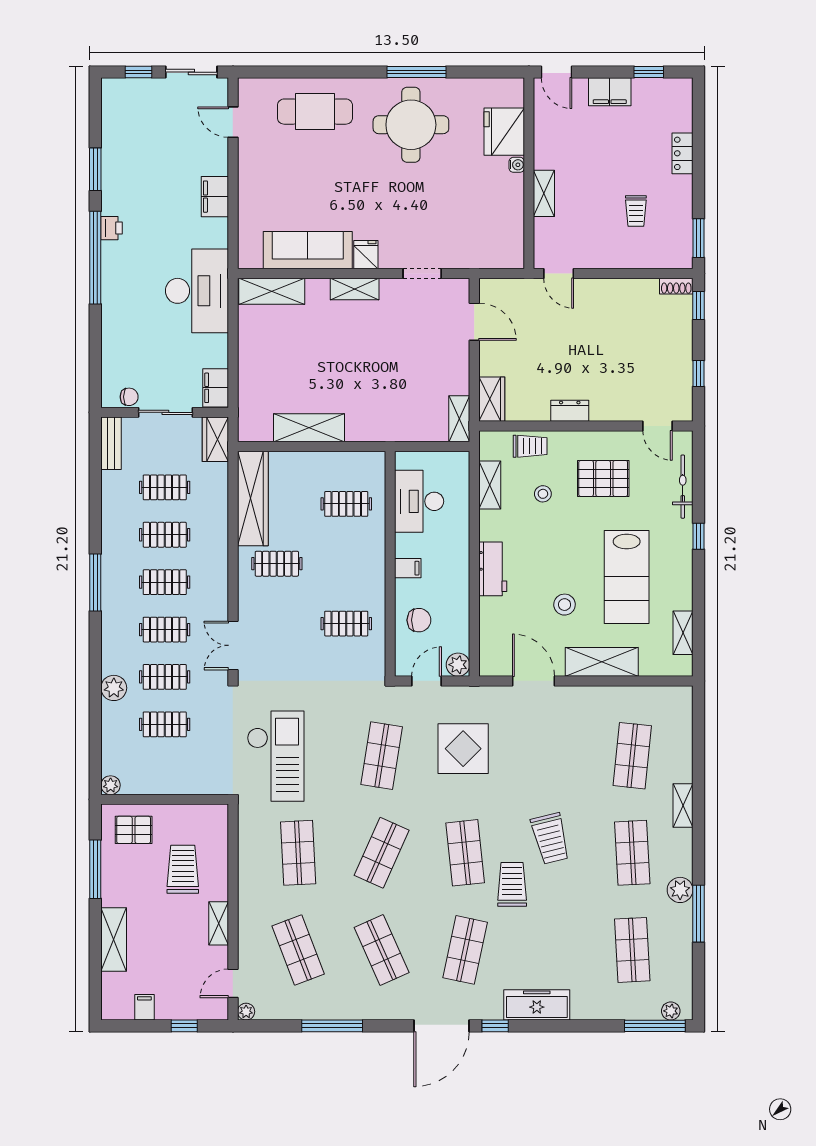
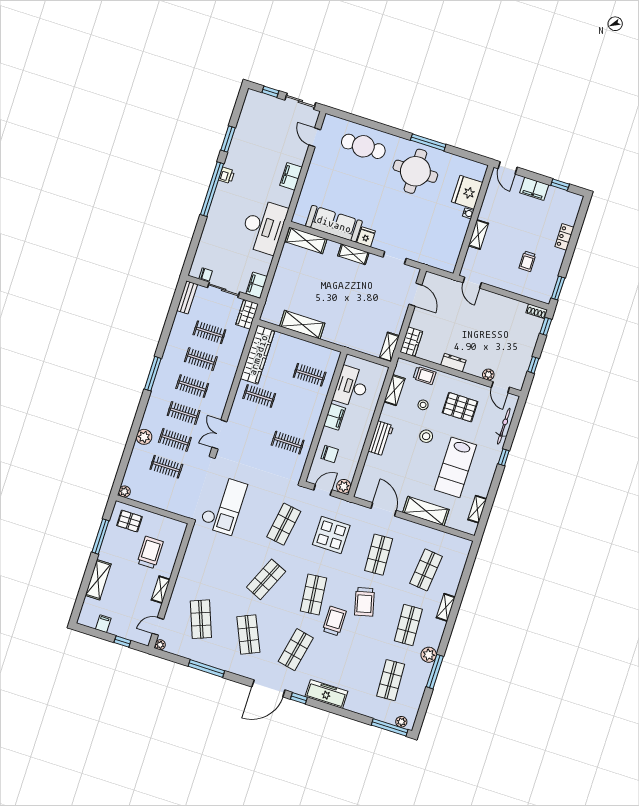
plant: (632, 412) -> (488, 375), added
filing cabinet: (408, 568) -> (335, 417), width x2.00
stool: (565, 605) -> (426, 436), moved
shop shelf: (298, 853) -> (379, 555), moved

